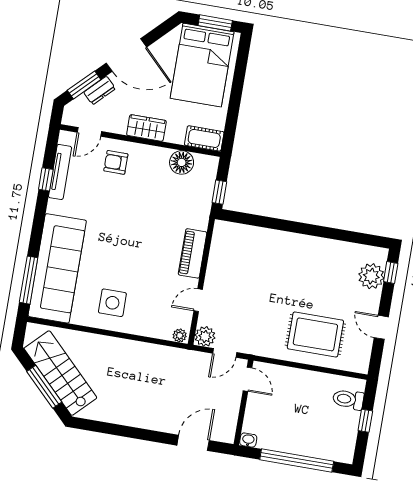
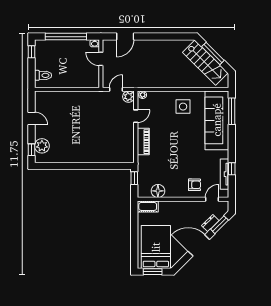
wardrobe: (146, 128) -> (181, 207), removed
rug: (315, 334) -> (67, 108), removed
door: (248, 379) -> (101, 59), moved
window: (365, 421) -> (32, 52), moved

